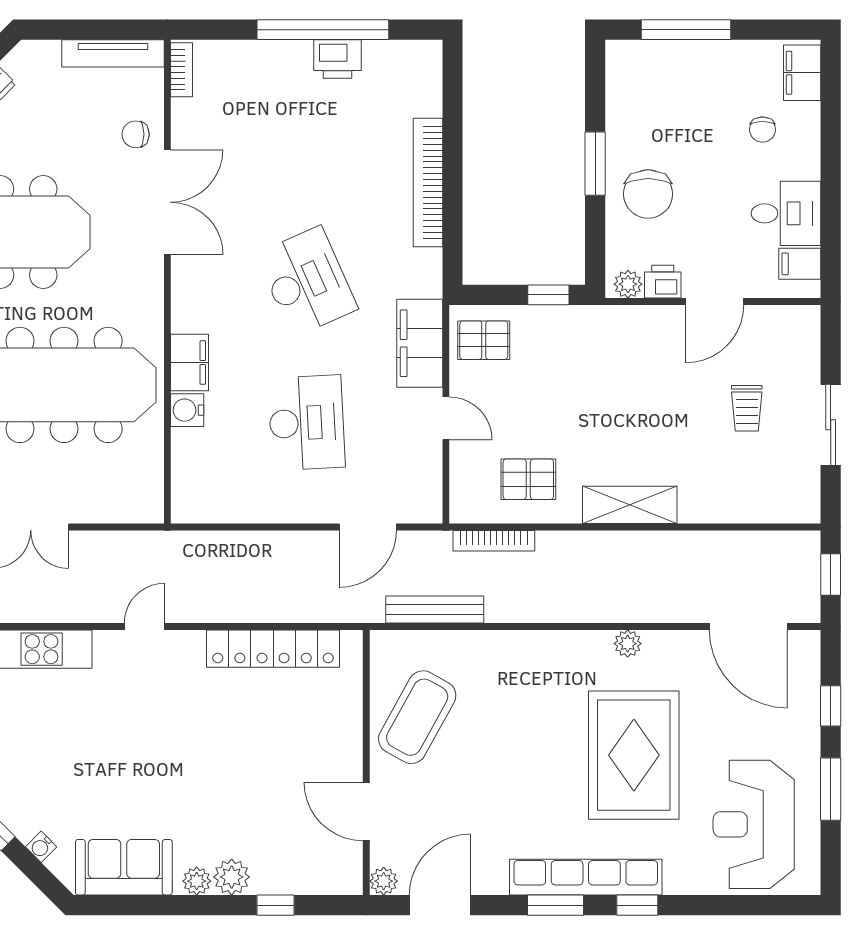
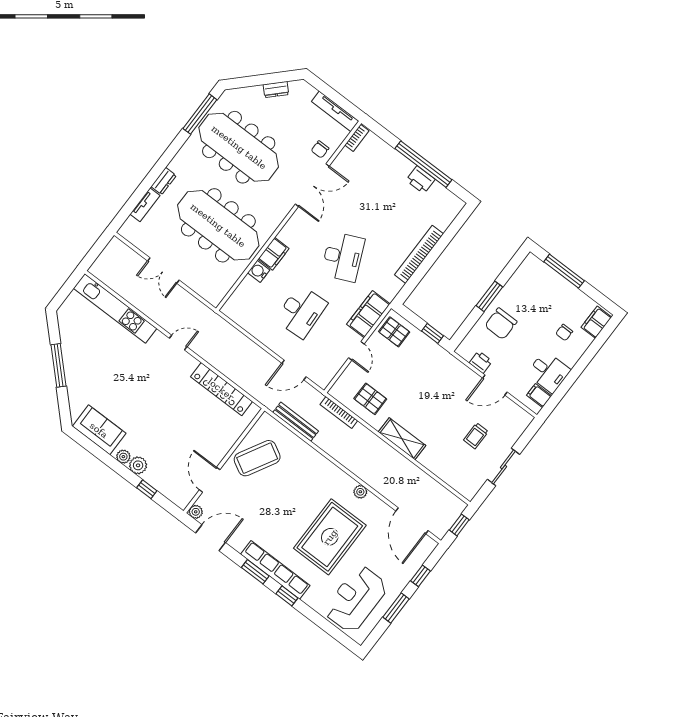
chair: (136, 134) -> (320, 149), turned -90
plant: (628, 284) -> (466, 353), removed
water cooler: (41, 847) -> (73, 397), removed

